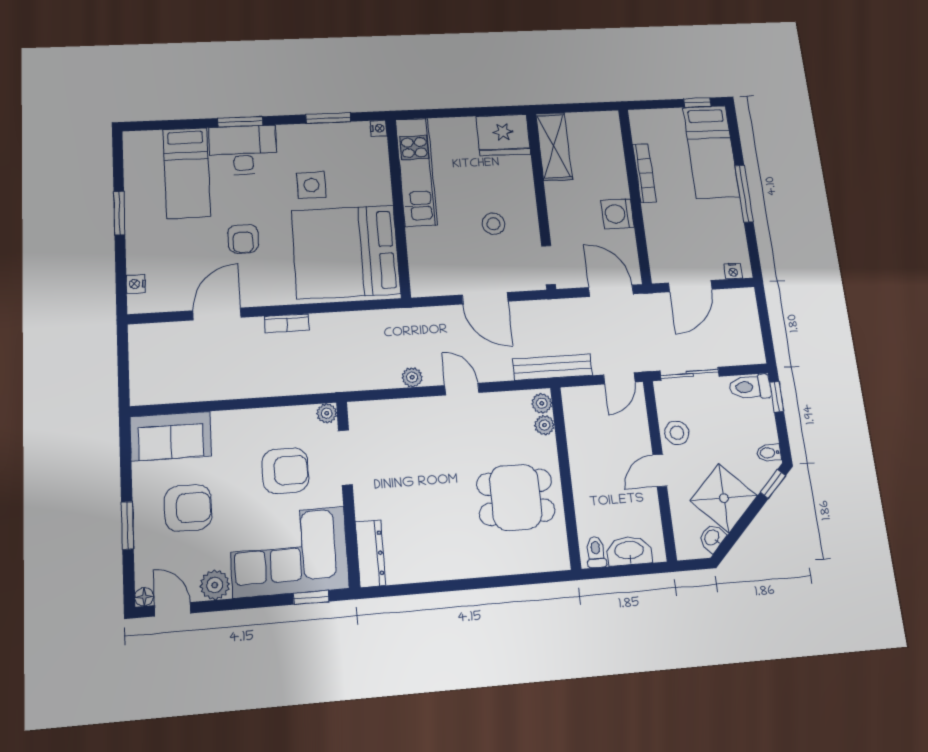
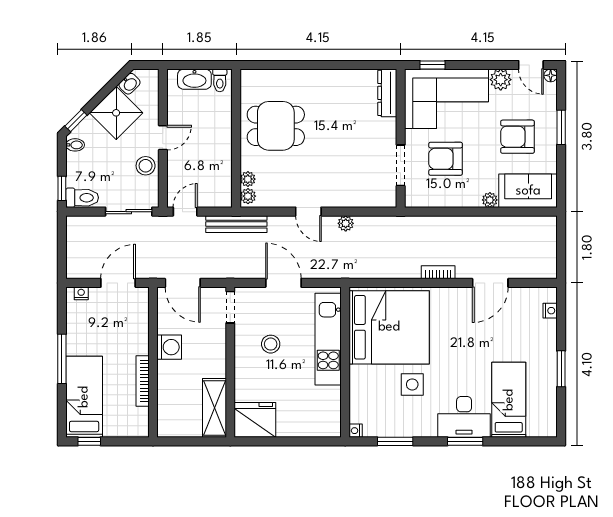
kitchen unit: (416, 172) -> (328, 339), moved
armchair: (243, 239) -> (468, 343), removed
plant: (327, 413) -> (490, 200), moved

